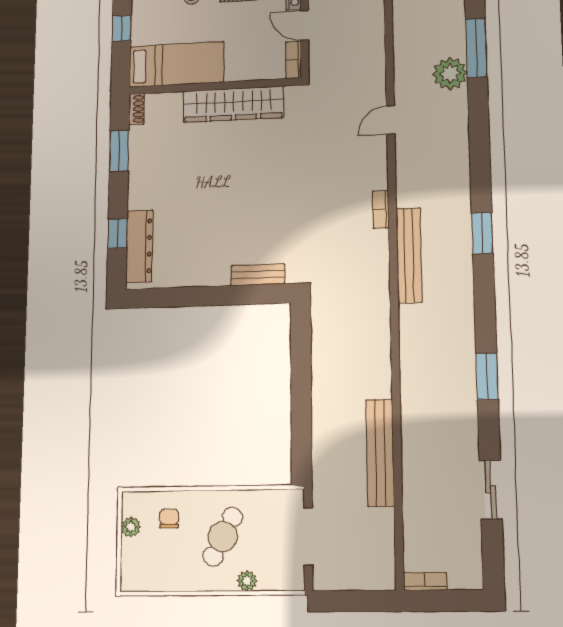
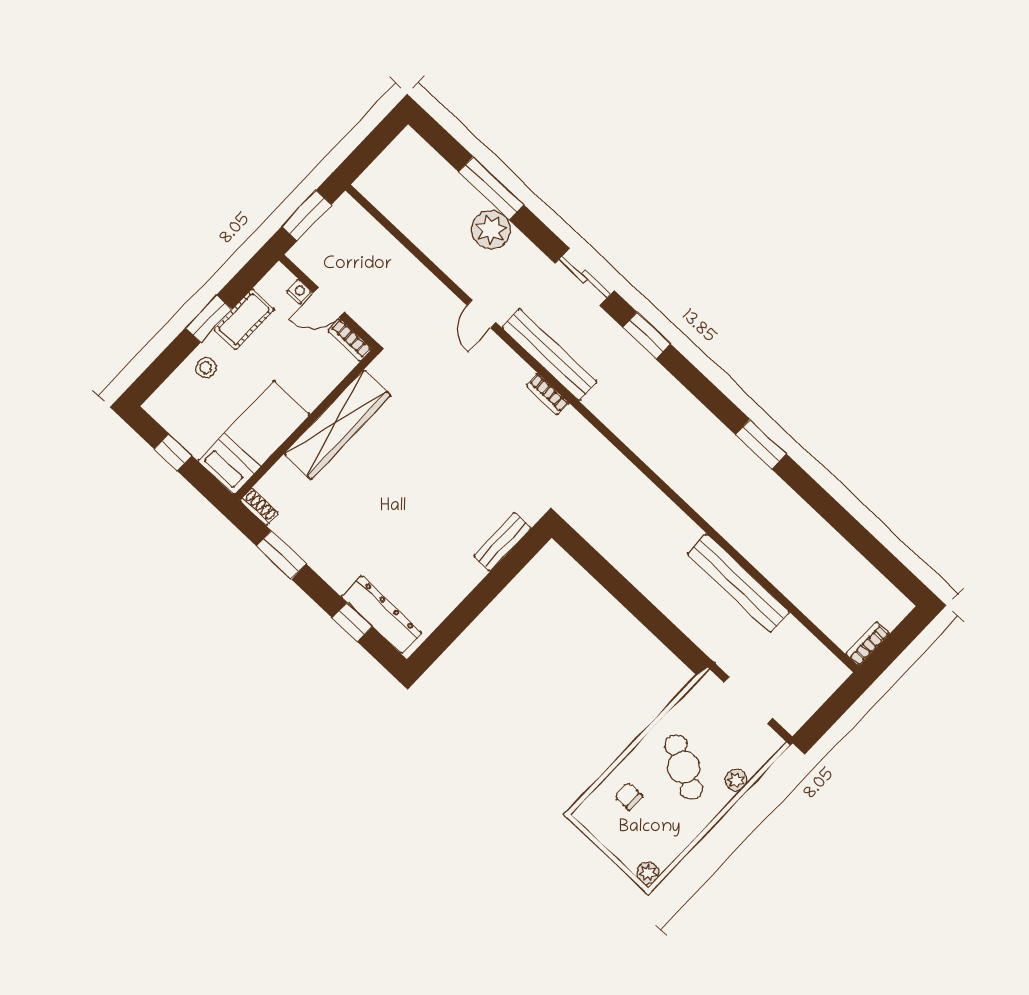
bench: (409, 255) -> (549, 355), moved
sliding door: (491, 490) -> (585, 277), moved
plant: (131, 527) -> (648, 873), moved

